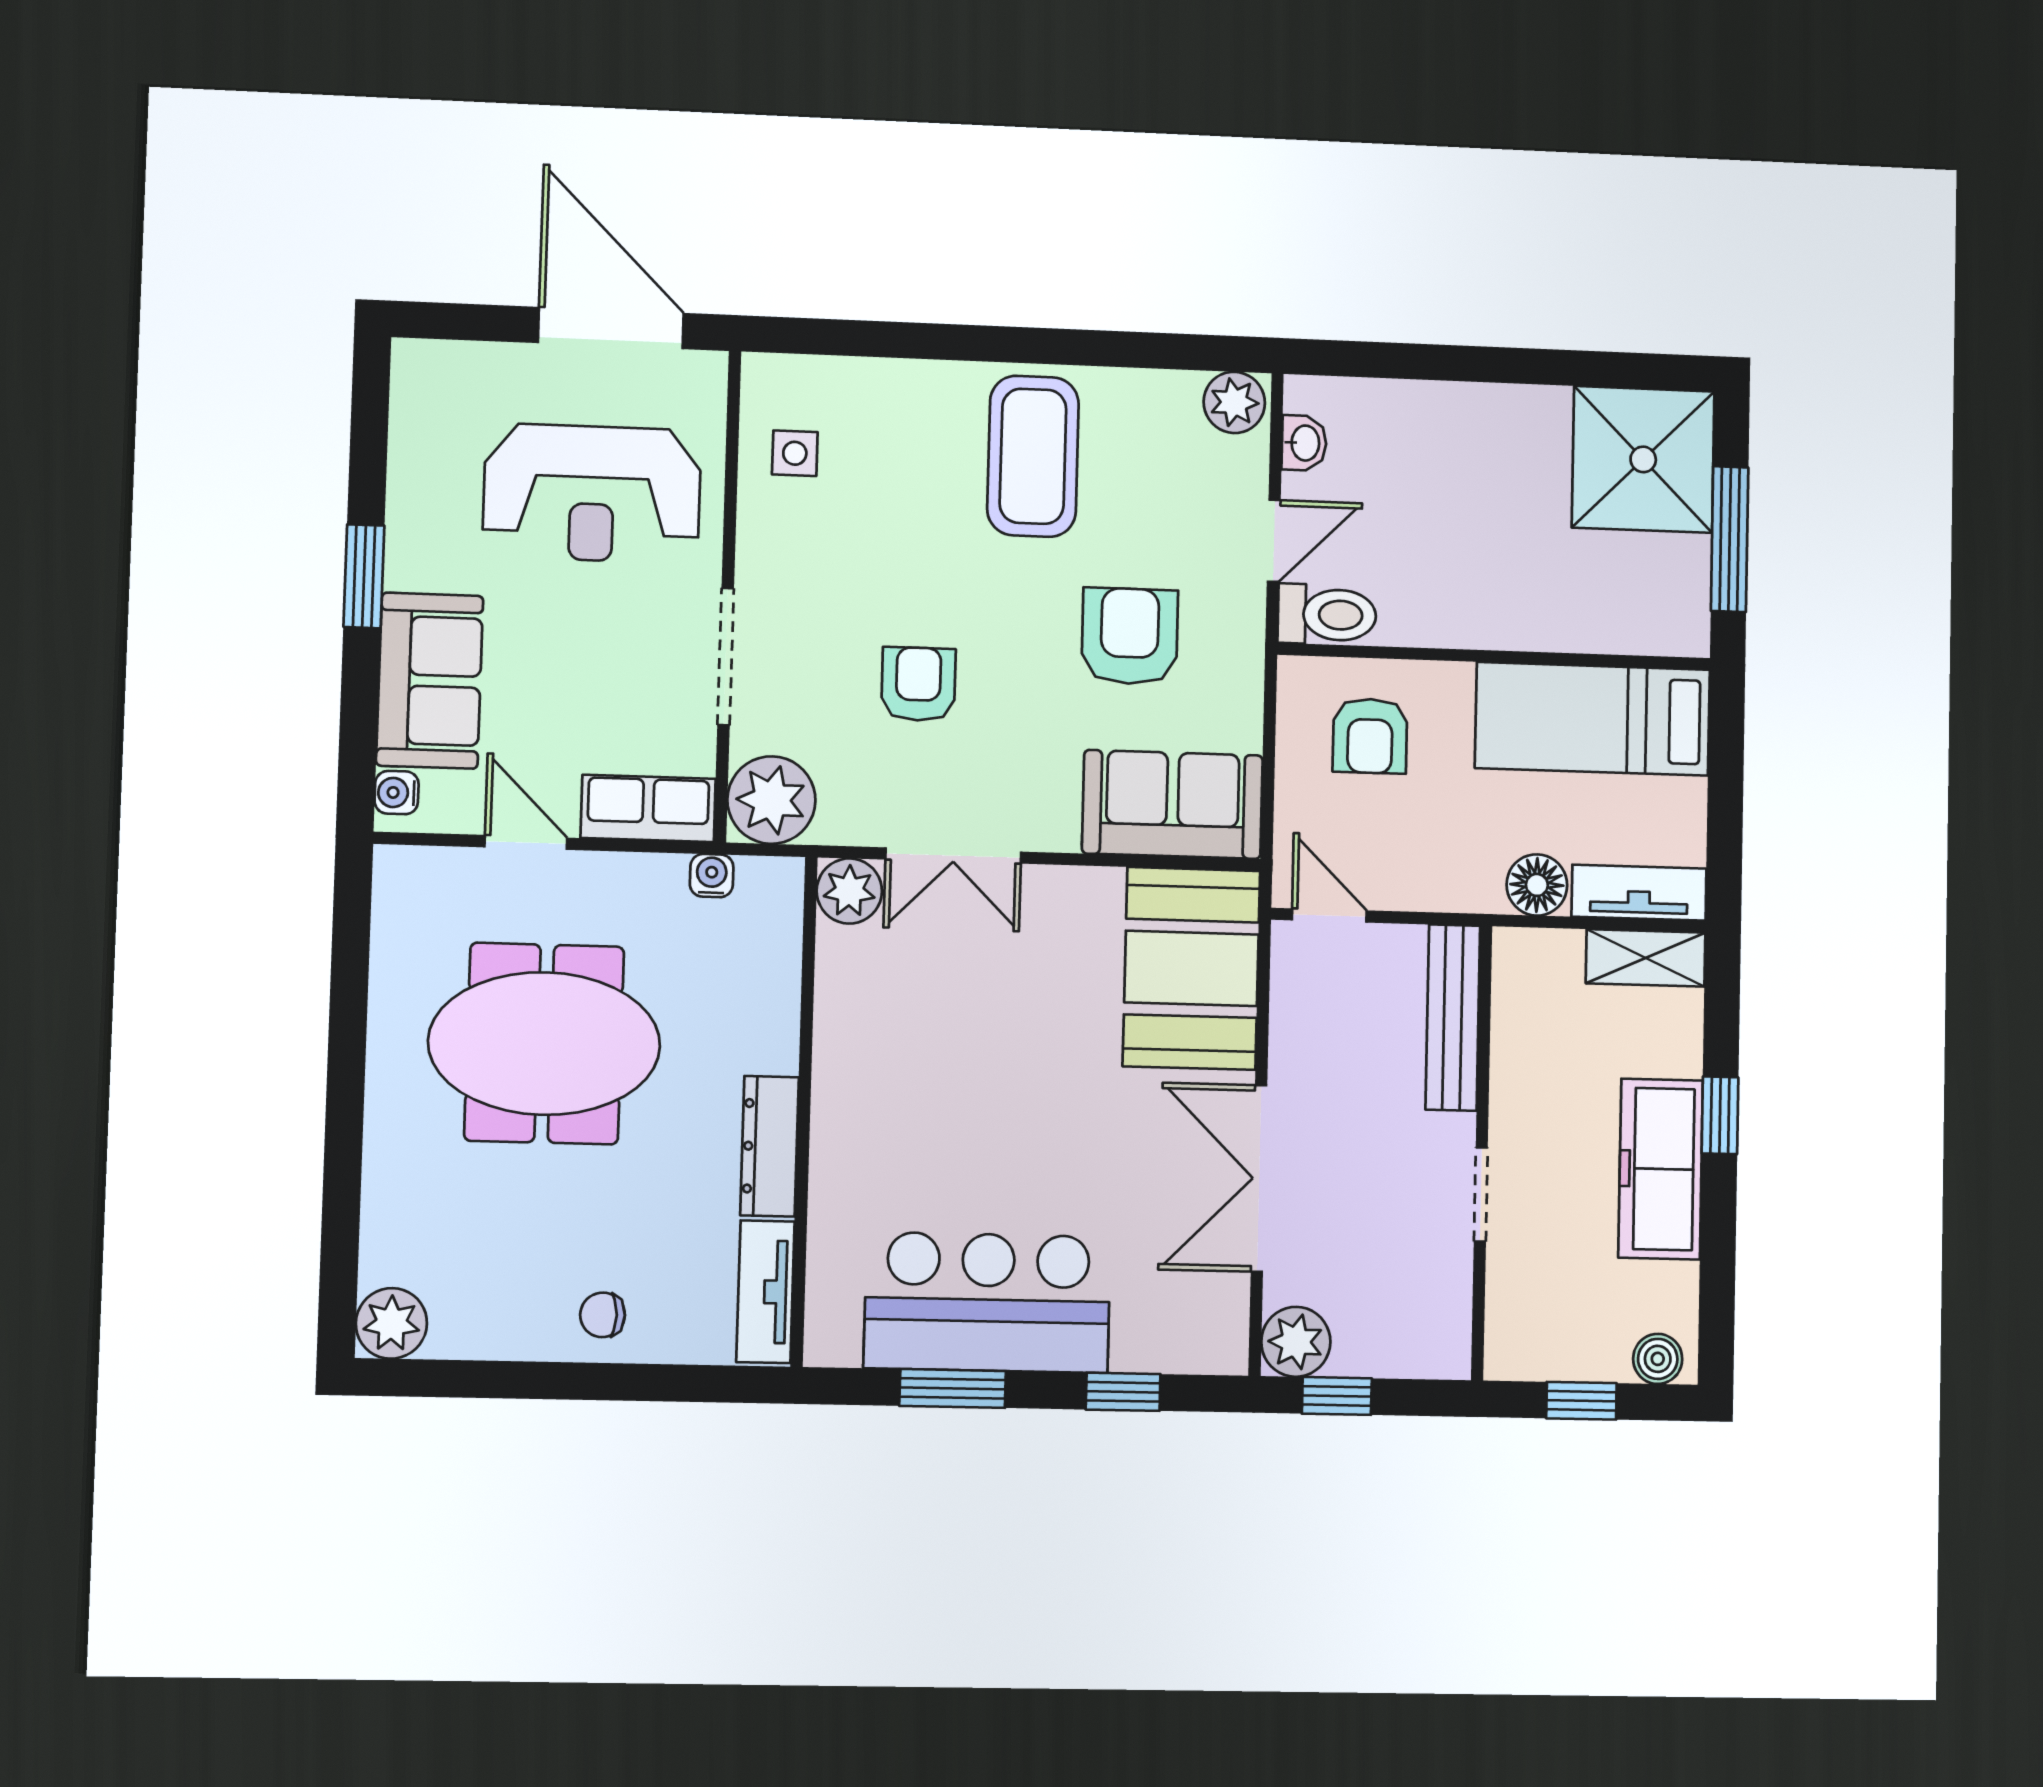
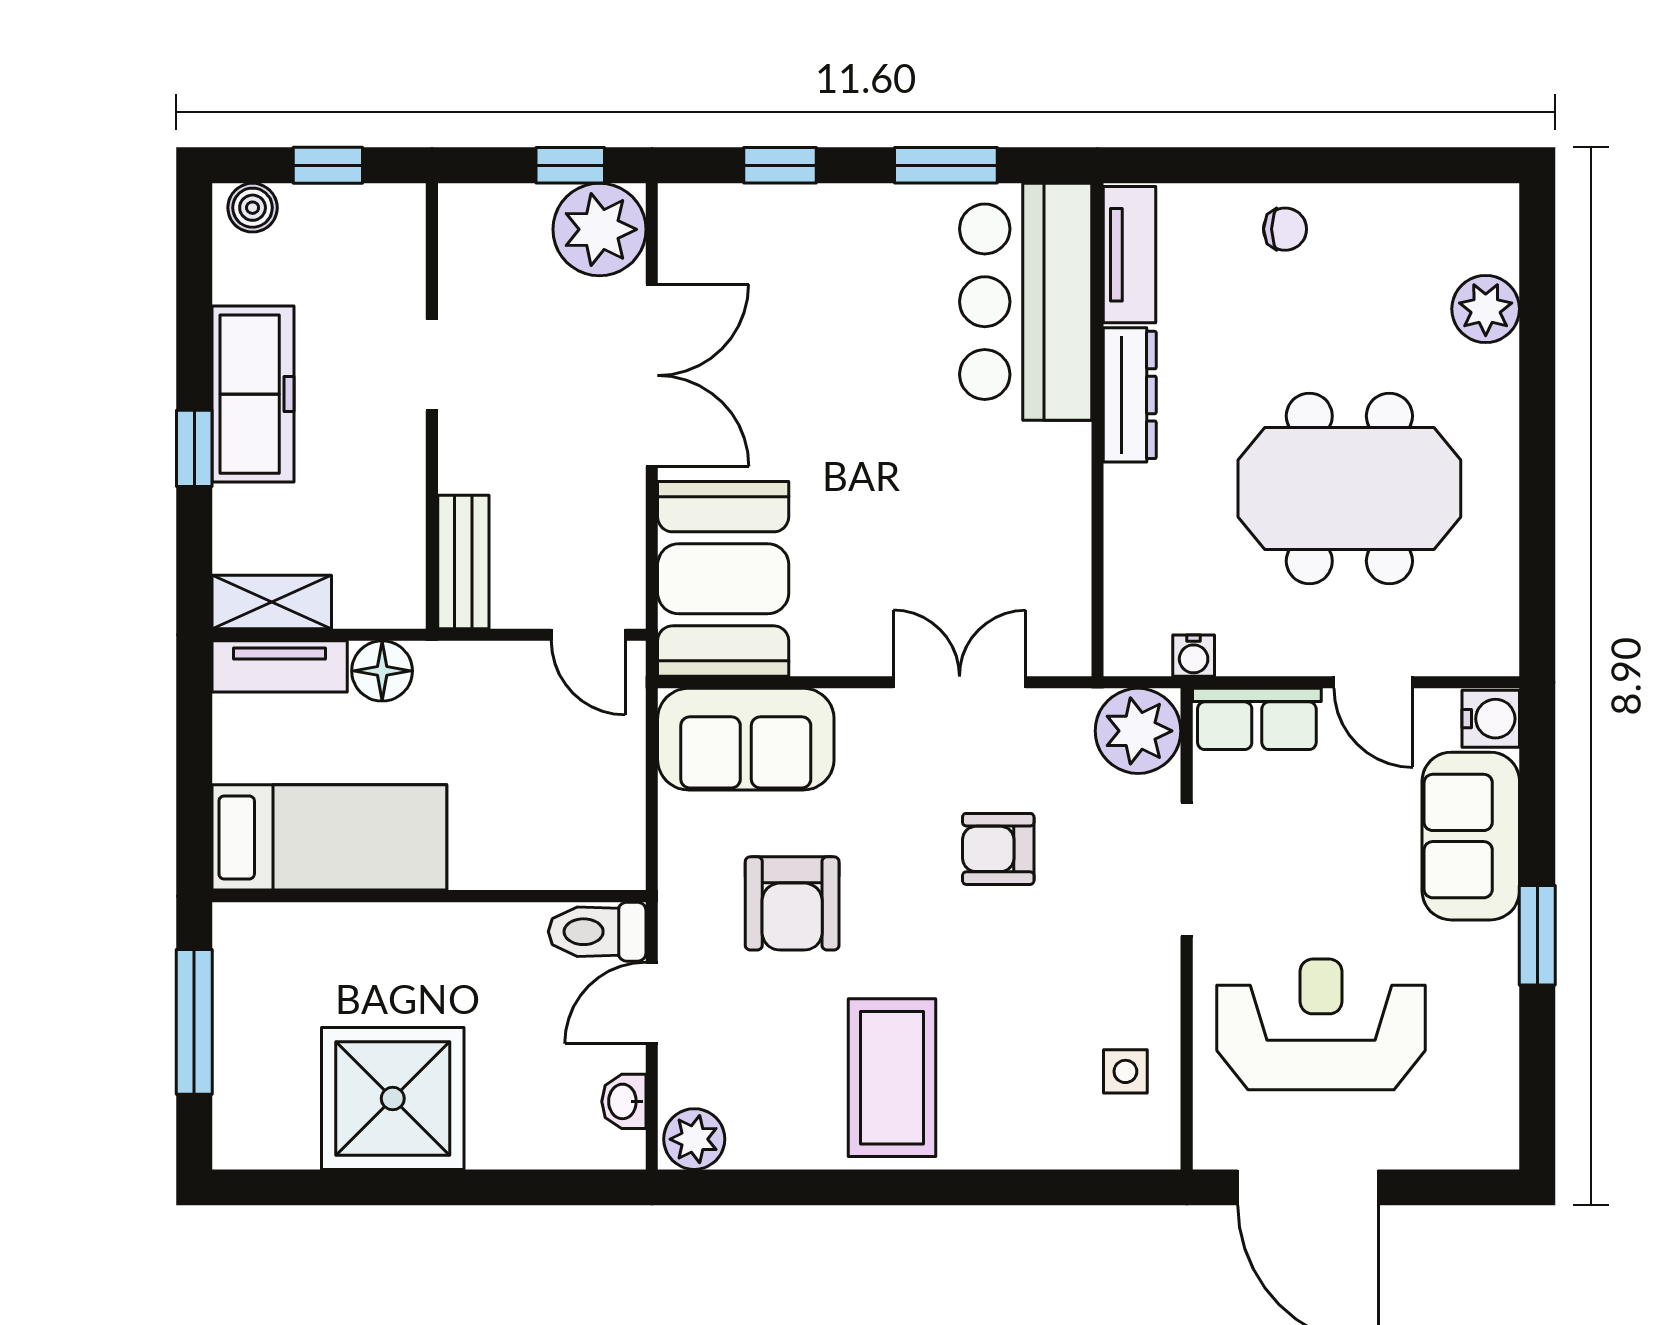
shower: (1643, 459) -> (393, 1098), moved
armchair: (918, 684) -> (998, 849), turned 90
armchair: (1370, 736) -> (552, 813), removed
water cooler: (397, 793) -> (1491, 719), width x1.38, depth x1.38
plant: (849, 891) -> (1060, 645), removed
bench: (1453, 1018) -> (463, 562), width x0.73
bar counter: (987, 1302) -> (1026, 302), moved, turned 90
plant: (391, 1323) -> (1486, 309), moved
plant: (1296, 1342) -> (599, 229), width x1.36, depth x1.36

